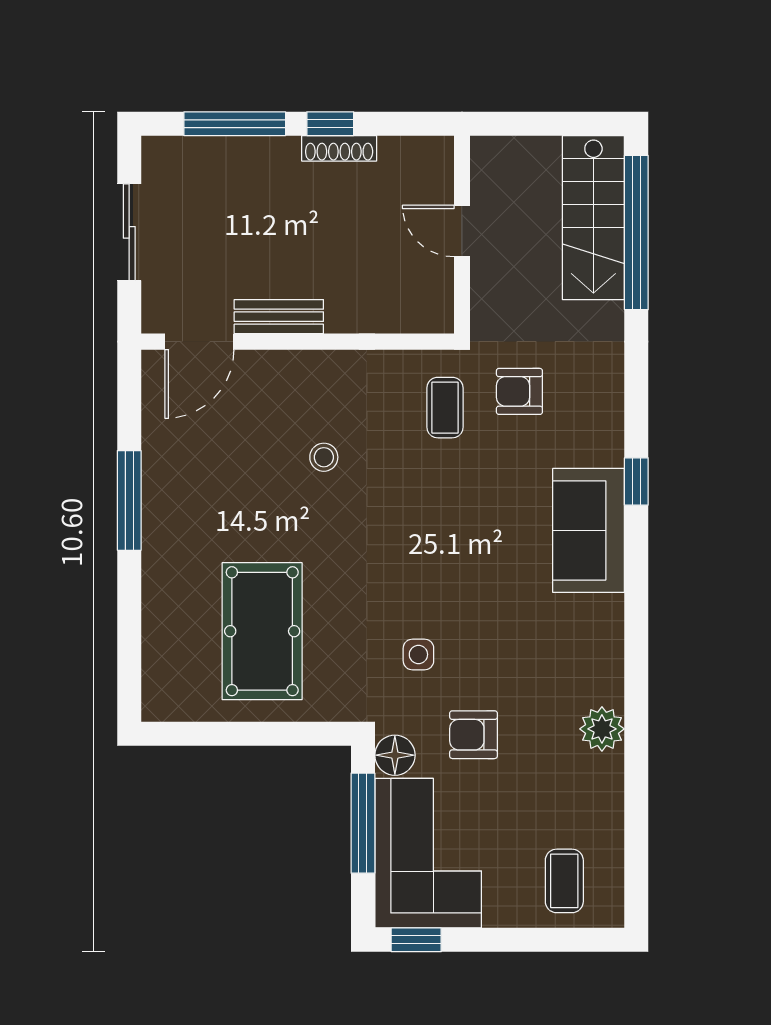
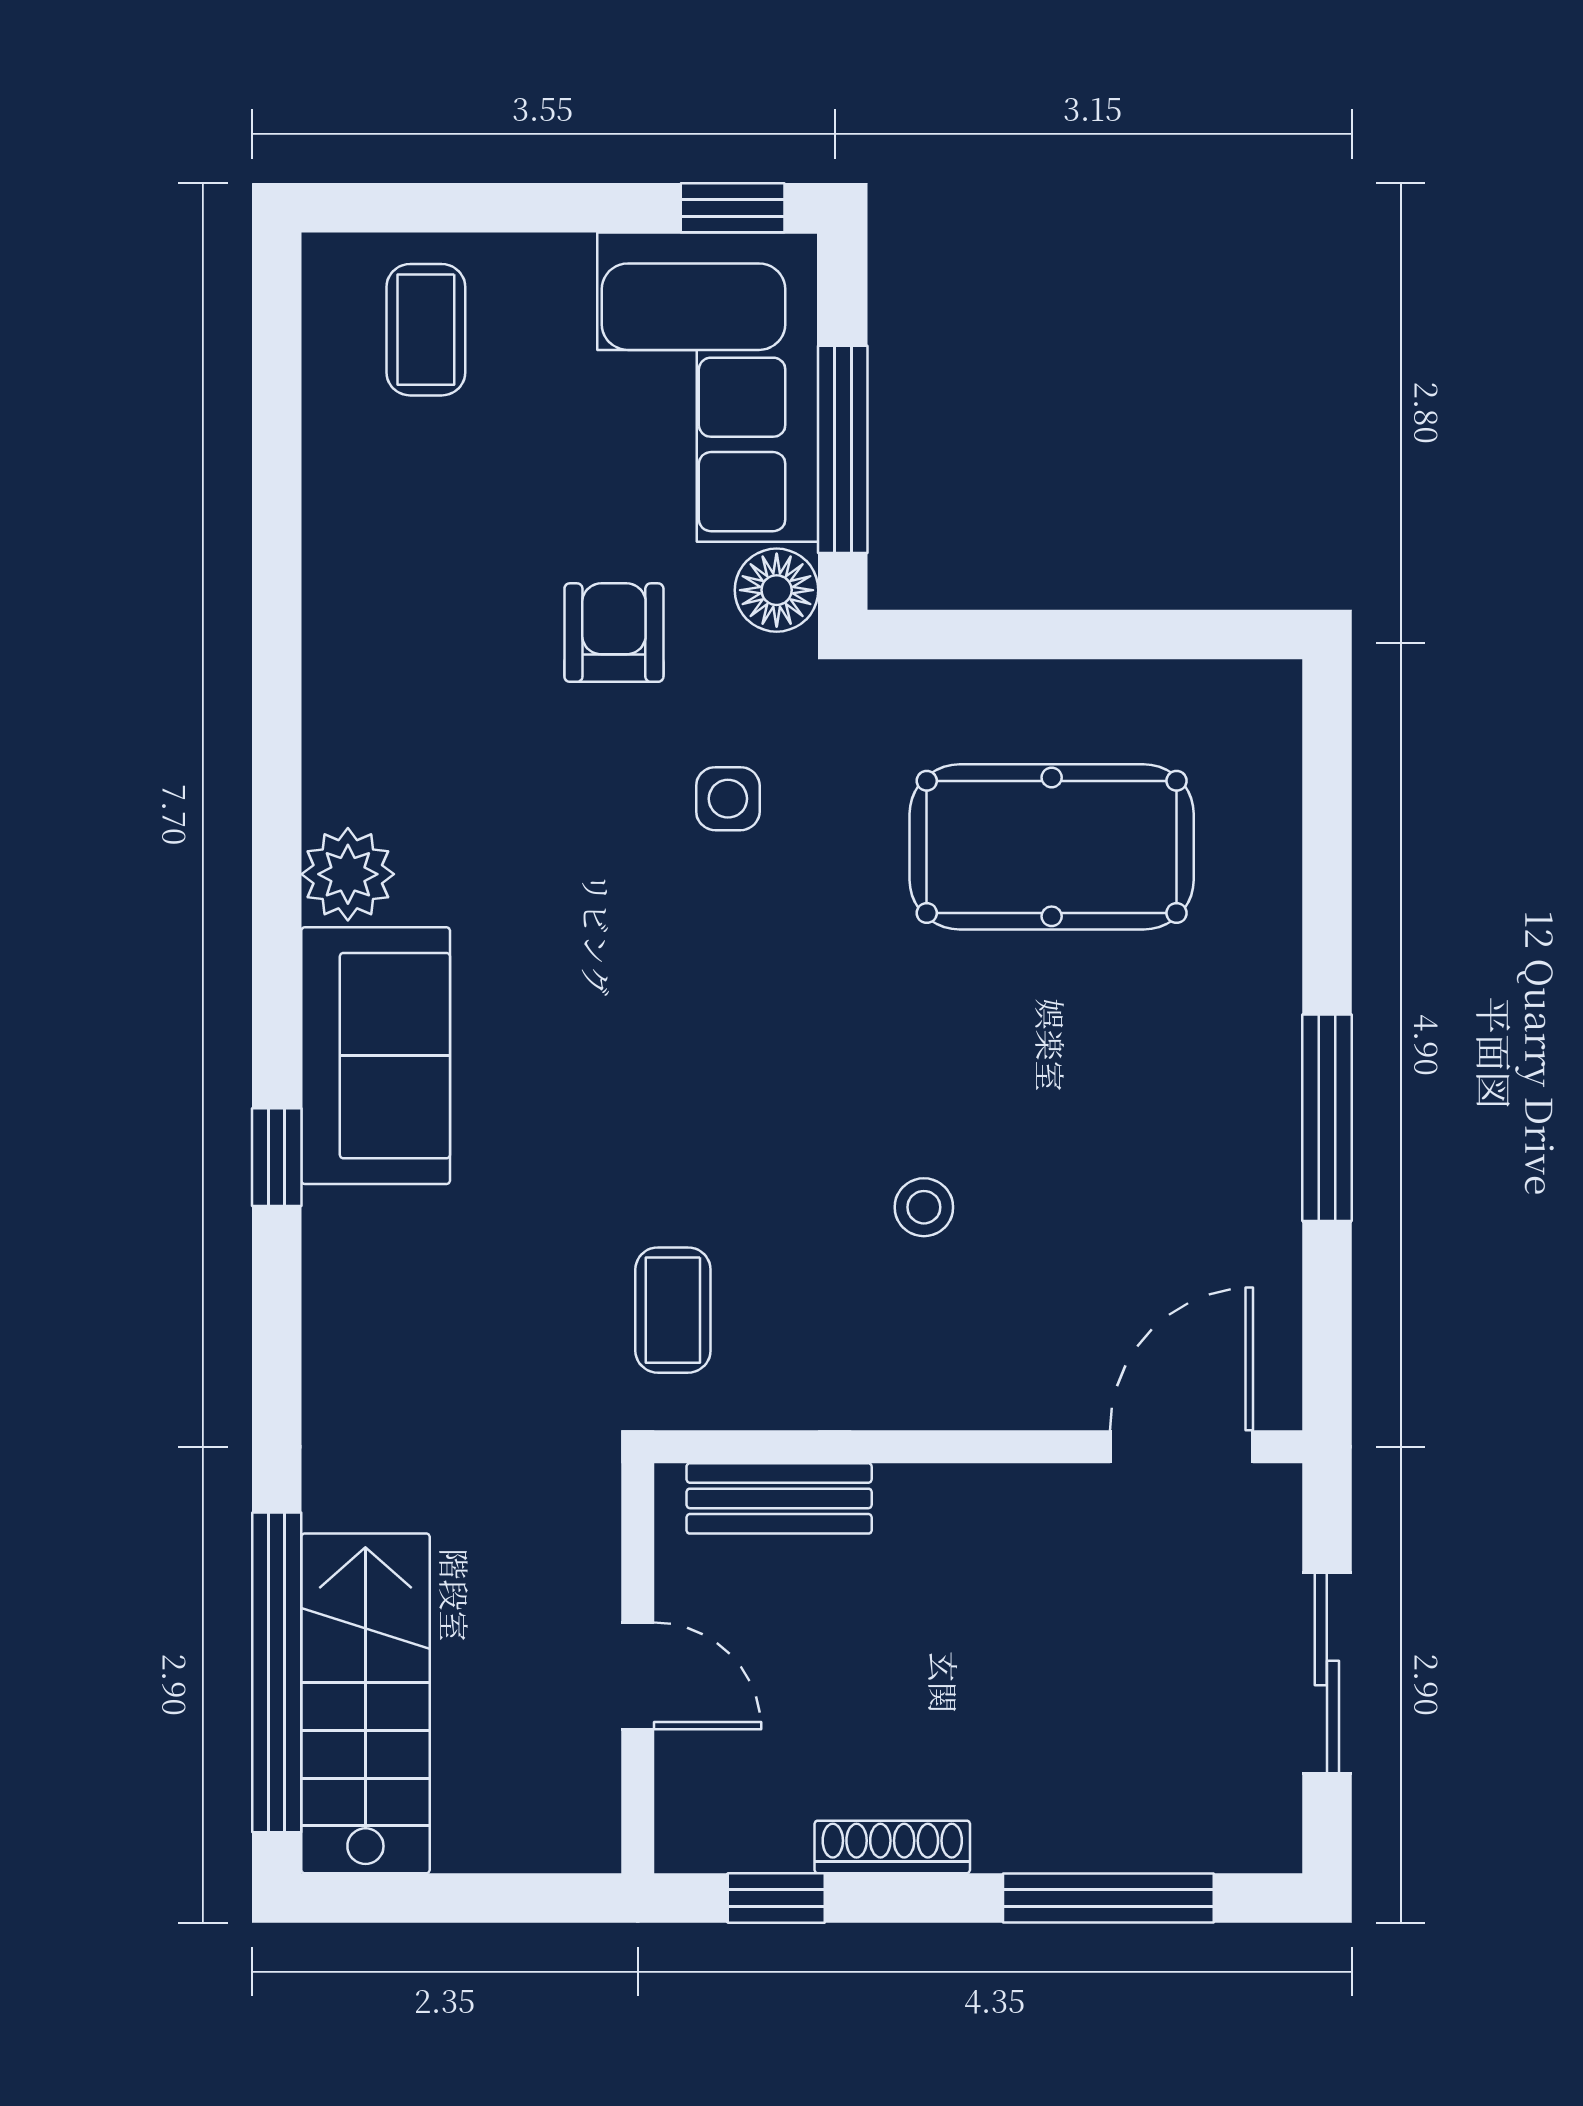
window: (330, 124) -> (776, 1898), moved
bench: (279, 317) -> (779, 1498), moved
armchair: (519, 391) -> (519, 1344), removed
pool table: (262, 631) -> (1052, 847), turned 90
plant: (602, 729) -> (348, 874), moved
armchair: (474, 735) -> (614, 633), turned -90

